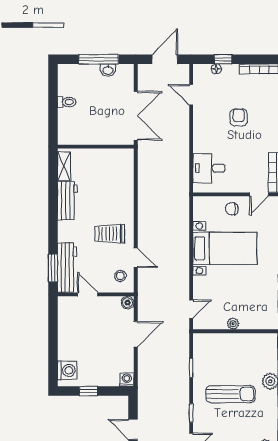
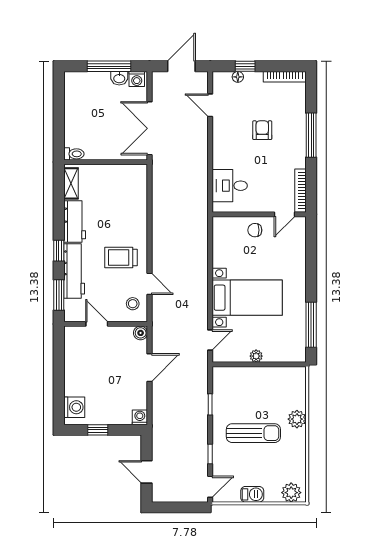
washing machine: (124, 71) -> (137, 79), added
toilet: (67, 102) -> (74, 154), moved
double door: (136, 116) -> (150, 128), swing flipped
window: (53, 227) -> (59, 251), added
bed with nightstands: (225, 248) -> (247, 298), moved
workbench: (67, 268) -> (74, 271), moved

